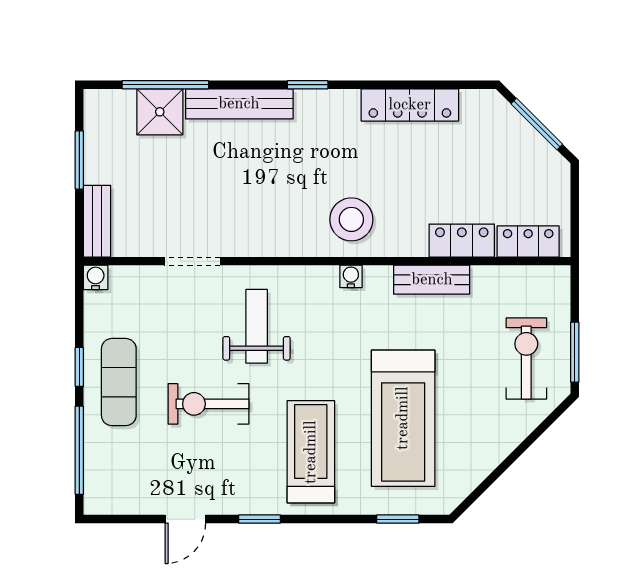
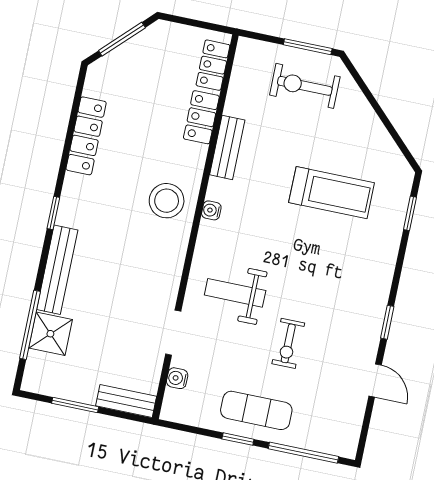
water cooler: (96, 277) -> (177, 378), moved
exercise bike: (209, 404) -> (288, 343), width x0.73, depth x0.72
treadmill: (403, 418) -> (332, 193), width x0.73, depth x0.73
treadmill: (311, 452) -> (343, 271), removed

